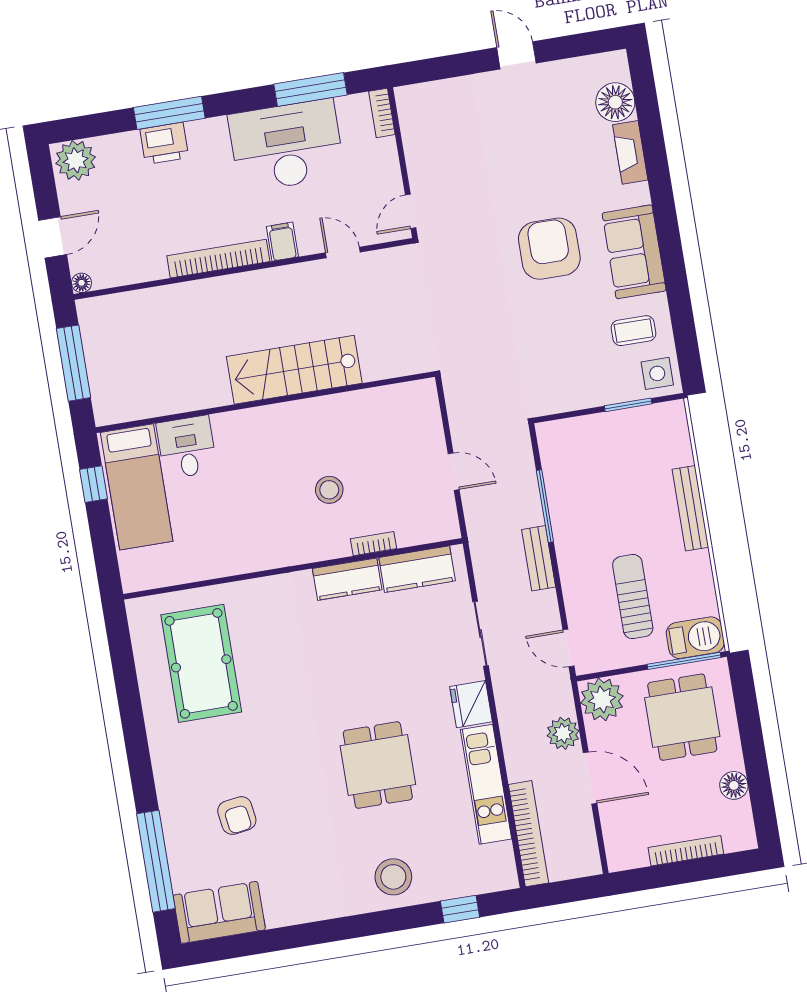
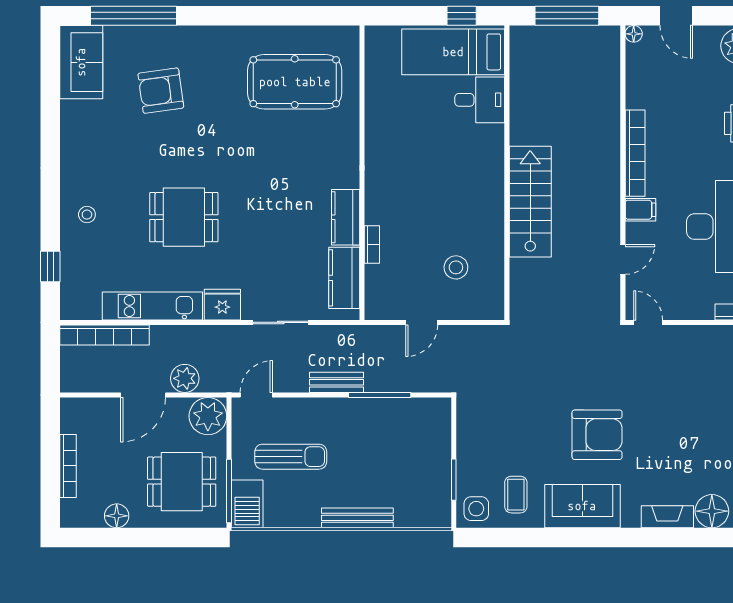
stool: (329, 490) -> (456, 267), moved
armchair: (237, 816) -> (161, 91), width x1.38, depth x1.38
stool: (393, 877) -> (87, 215), width x0.53, depth x0.53

